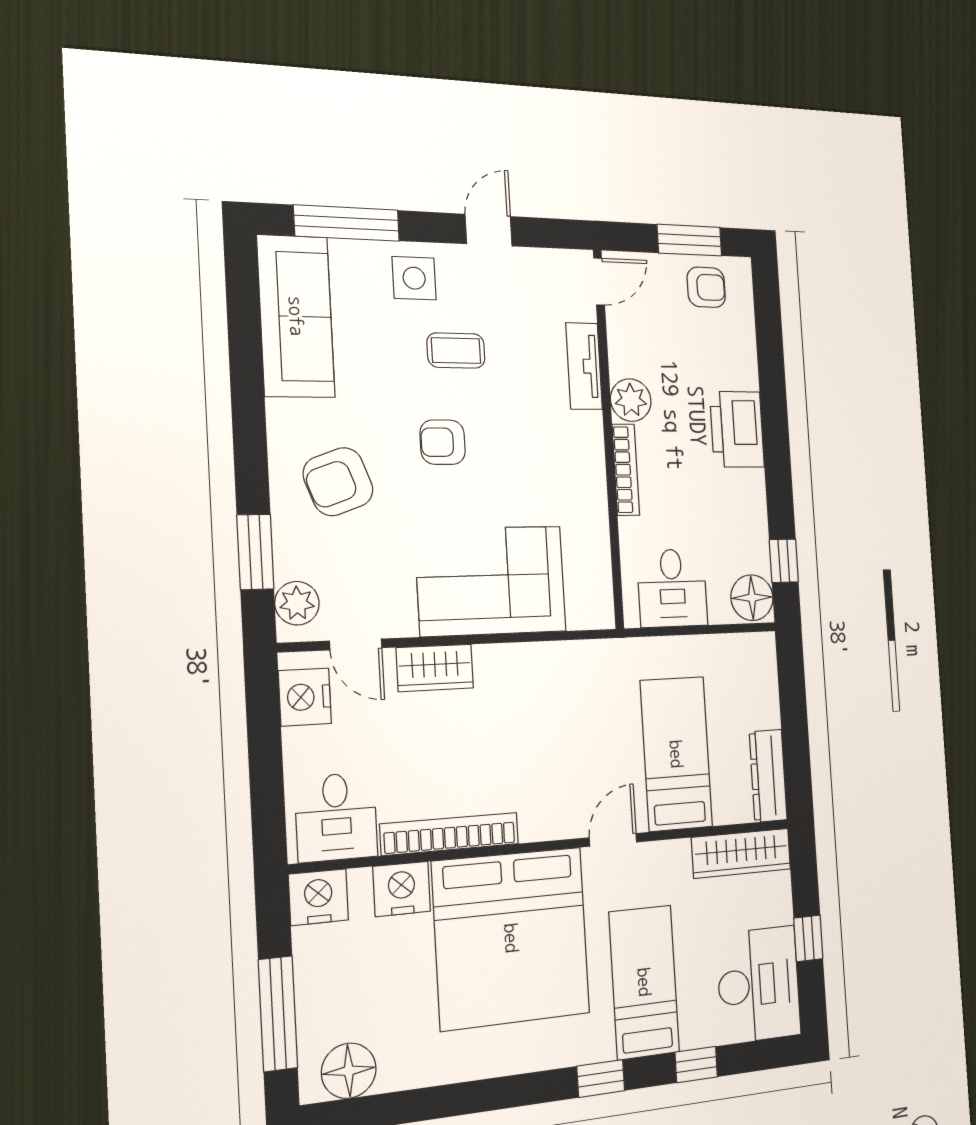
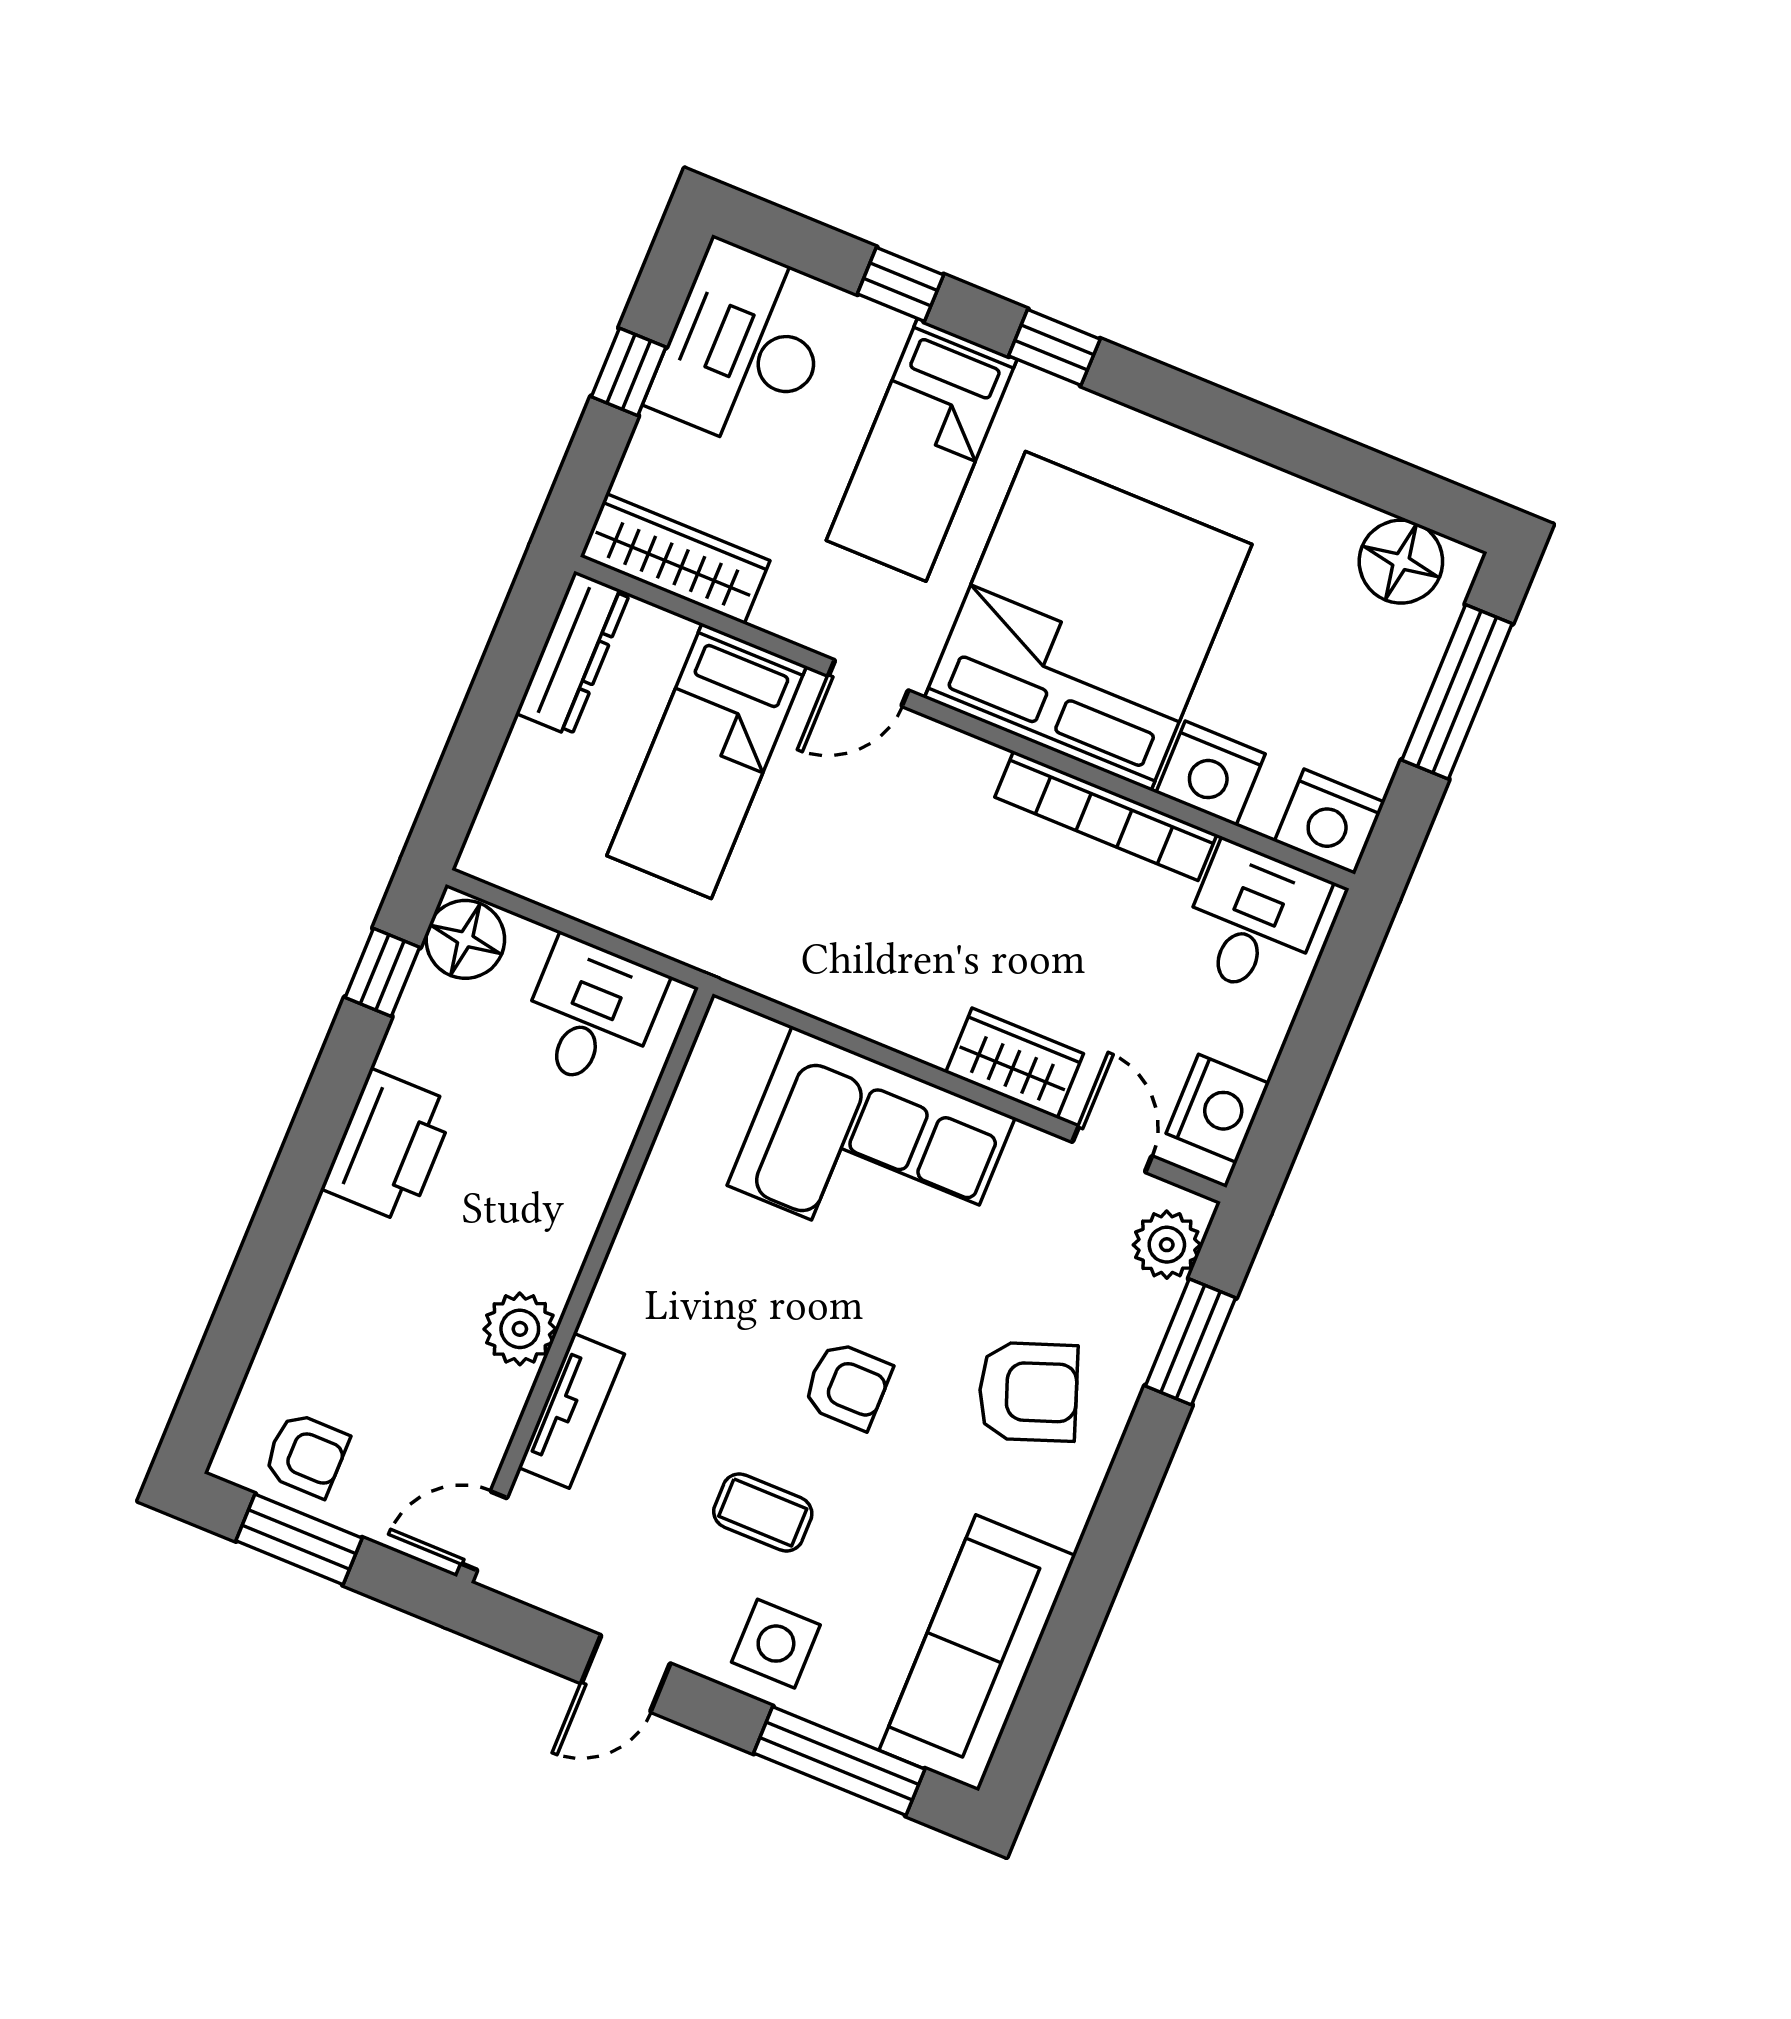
armchair: (706, 287) -> (306, 1455), turned 180
printer: (737, 429) -> (389, 1146), moved
bookcase: (626, 470) -> (580, 1226), removed

